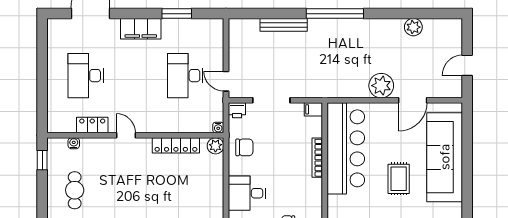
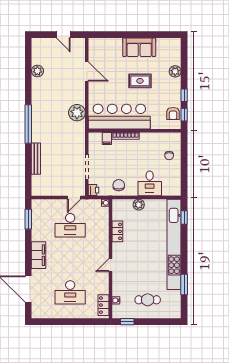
window: (177, 14) -> (28, 219), moved
plant: (381, 86) -> (77, 113), moved
filing cabinet: (313, 109) -> (107, 139), moved
locker: (92, 125) -> (104, 305), moved
locker: (176, 145) -> (117, 231), width x0.66
plant: (215, 146) -> (139, 205), moved
sofa: (445, 157) -> (139, 47), width x0.54, depth x0.79

